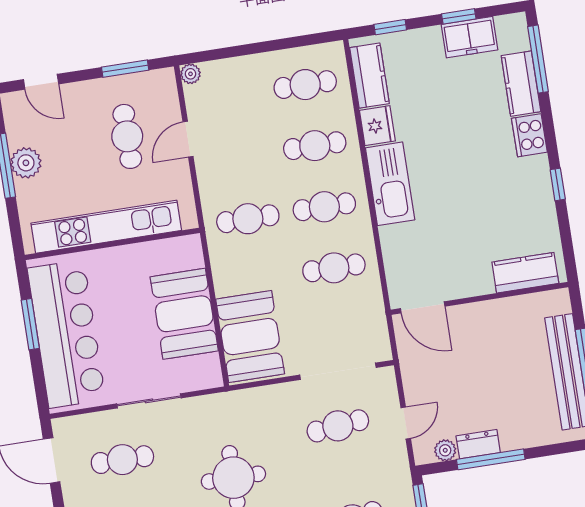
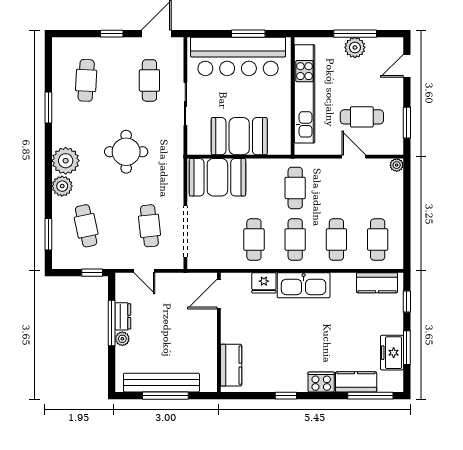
window: (459, 16) -> (407, 348), width x1.50
fridge: (377, 126) -> (264, 283), moved
plant: (445, 450) -> (122, 339), moved

